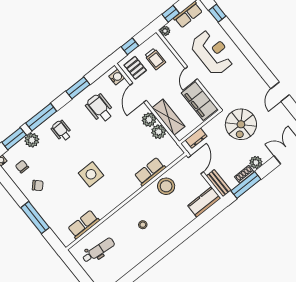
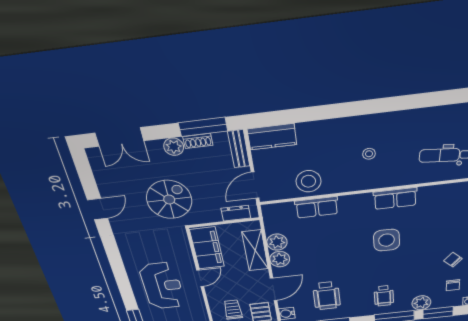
reception desk: (212, 52) -> (162, 286), turned 180
row of seats: (84, 224) -> (395, 198), moved

